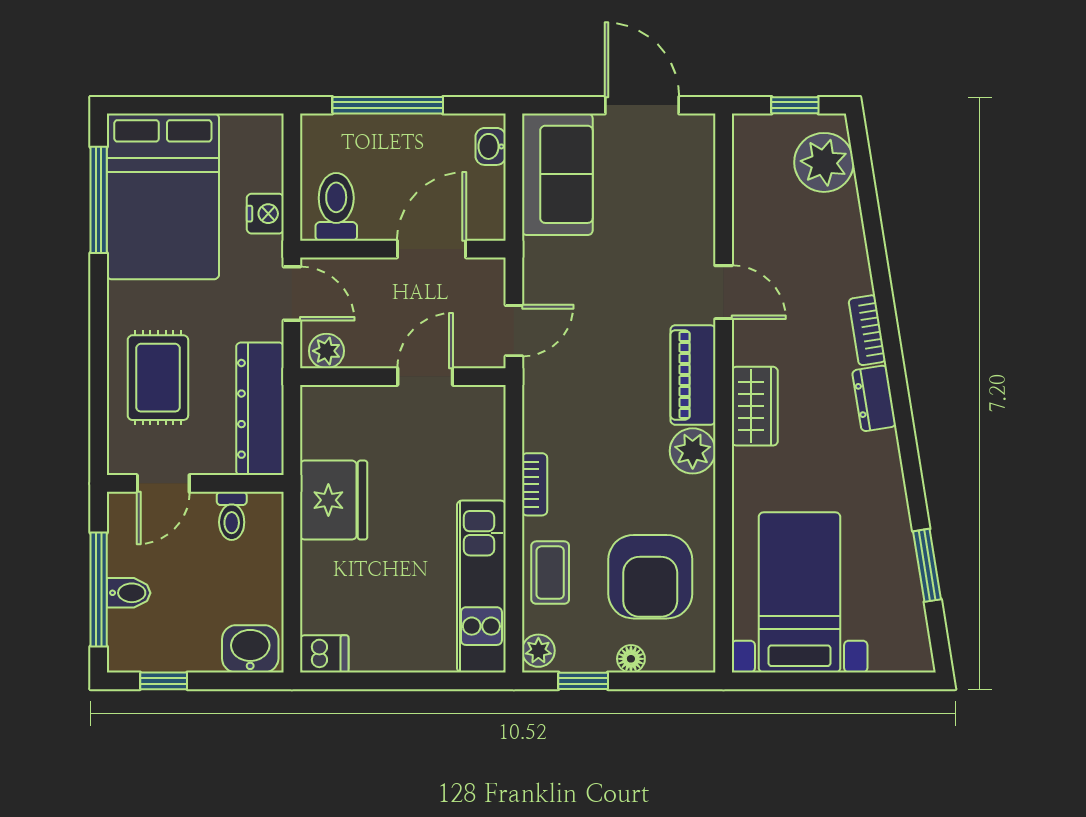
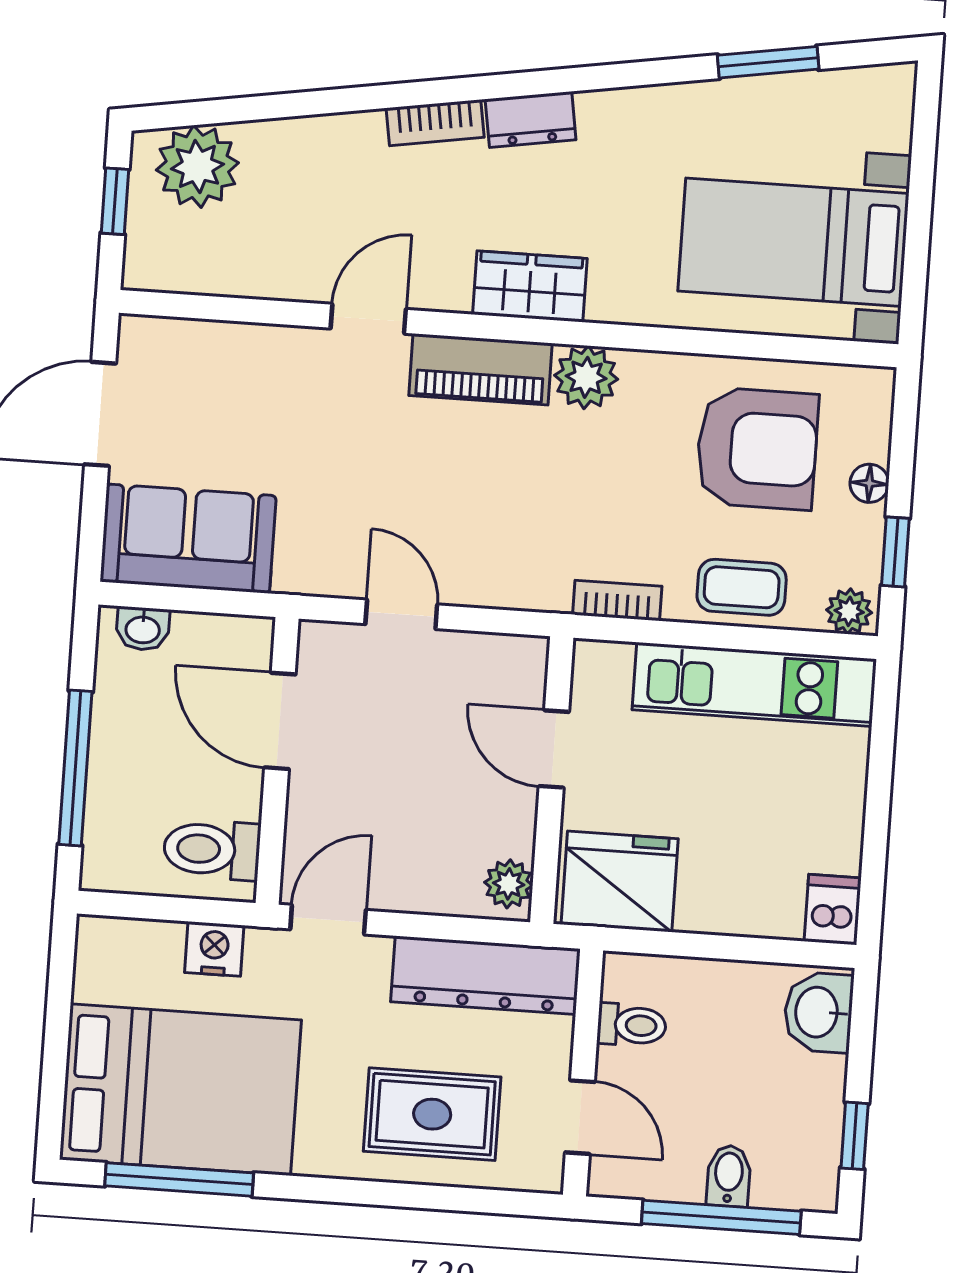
plant: (326, 351) -> (509, 884), moved
wall: (403, 377) -> (552, 780), moved
door: (425, 377) -> (554, 749), moved

